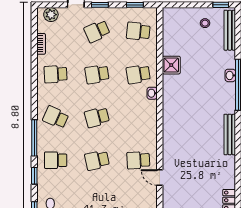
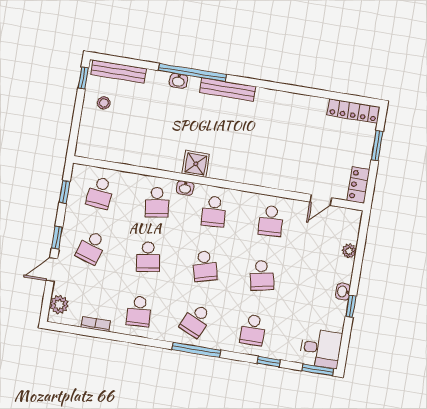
school desk: (97, 31) -> (91, 247), turned 42
shower: (171, 65) -> (196, 164), moved
school desk: (138, 117) -> (214, 211), added
bench: (230, 134) -> (228, 90), moved
window: (34, 138) -> (196, 350), moved
door: (160, 178) -> (321, 200), moved

